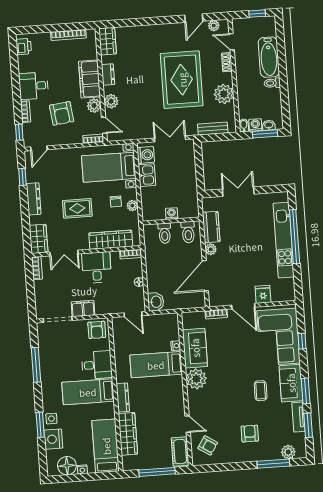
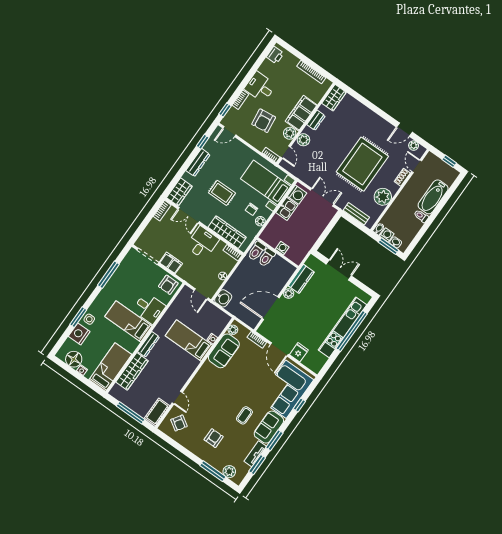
toilet: (188, 232) -> (257, 251), moved
plant: (196, 379) -> (233, 330), moved, width x0.53, depth x0.53

